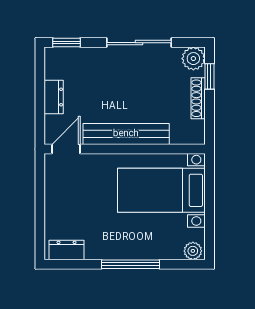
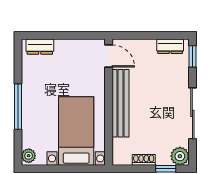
dresser: (54, 97) -> (170, 46), moved
shoe rack: (198, 98) -> (144, 160), width x0.70
dresser: (67, 250) -> (40, 47), moved, turned 90

